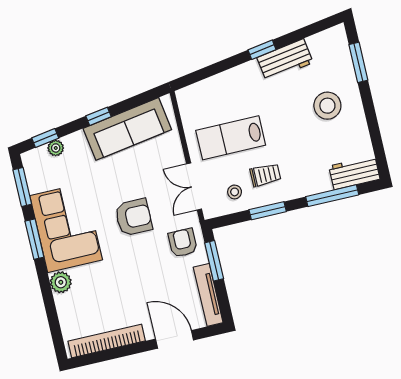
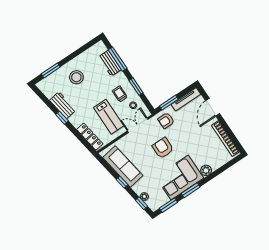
locker: (207, 88) -> (90, 137), added
workbench: (354, 173) -> (110, 63), moved
double door: (194, 186) -> (138, 125), swing flipped

